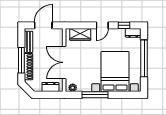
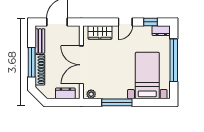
bed with nightstands: (115, 72) -> (147, 75), width x0.73

